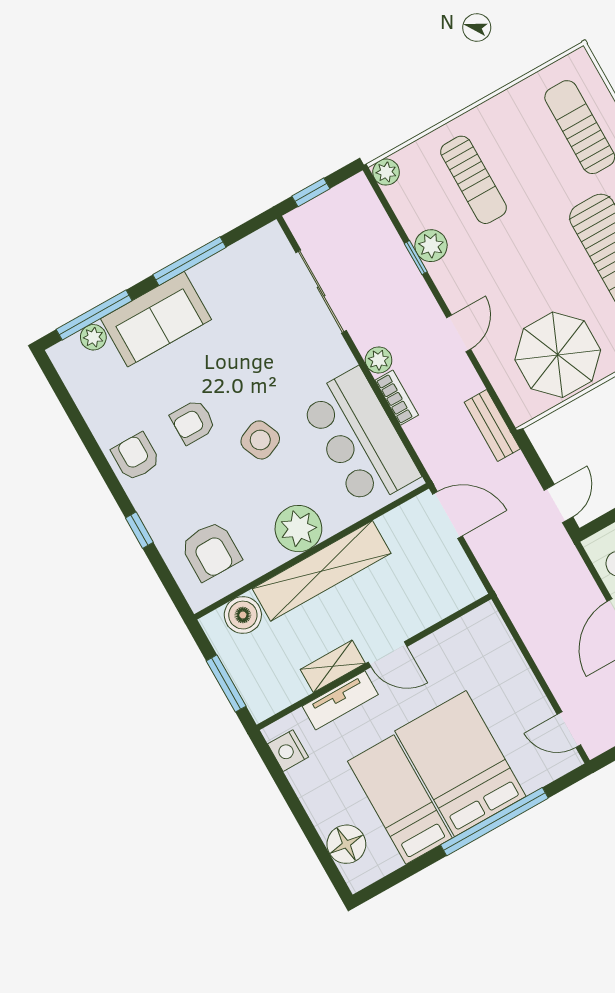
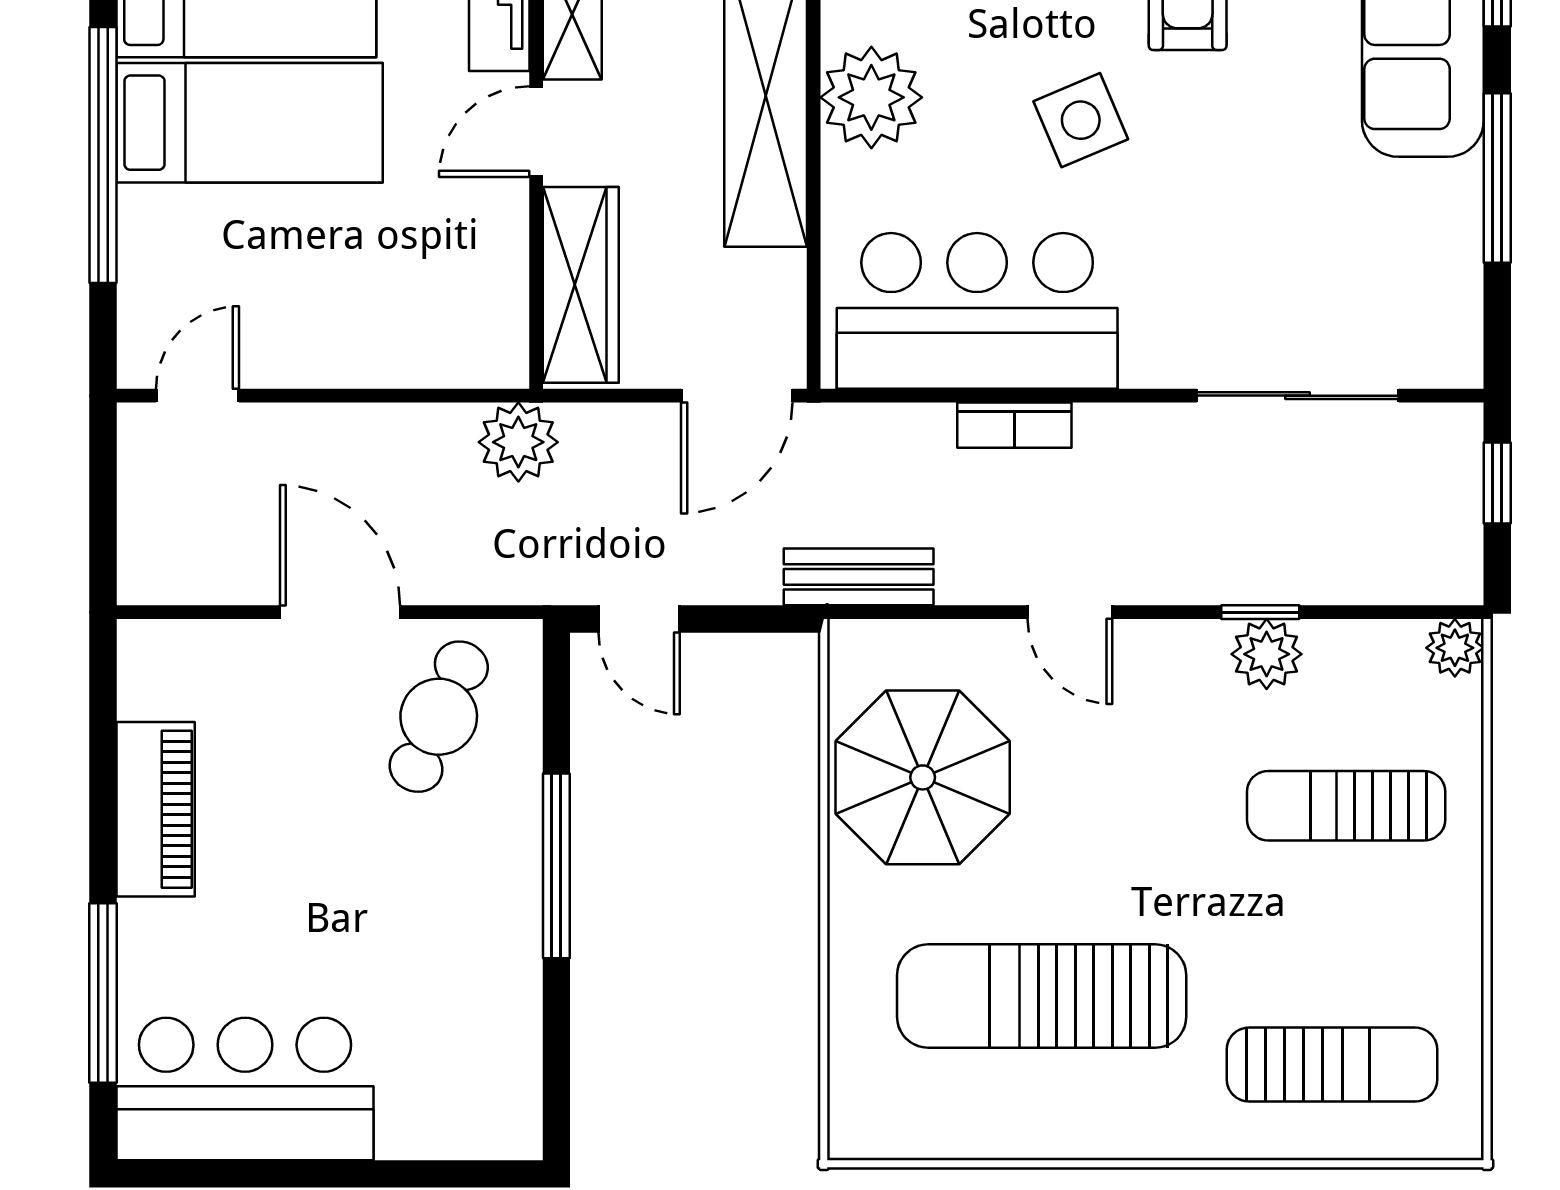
plant: (379, 360) -> (518, 442), moved, width x1.38, depth x1.38
wardrobe: (439, 602) -> (581, 285), added
bed: (460, 764) -> (250, 123), width x0.67

